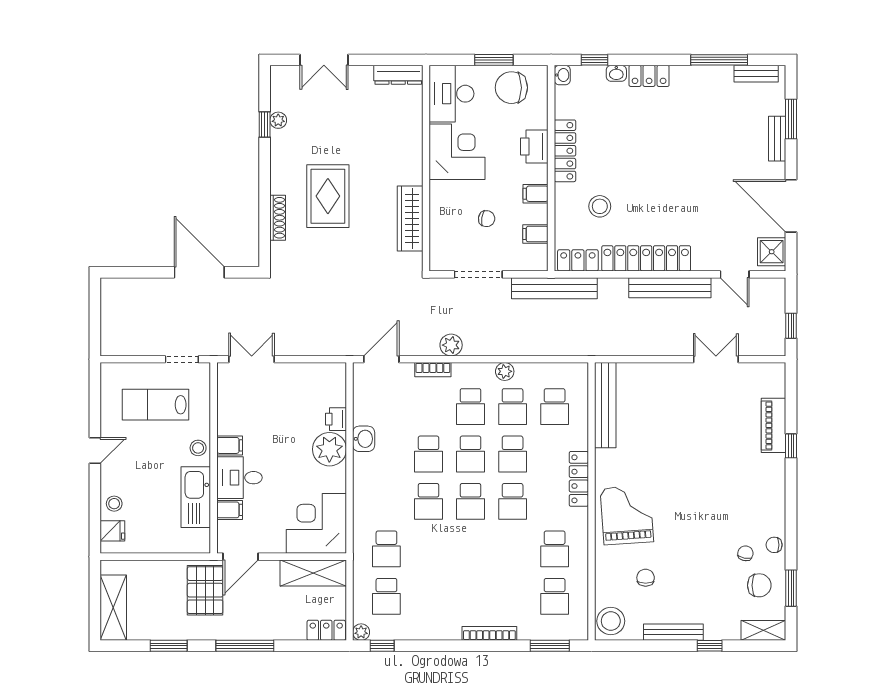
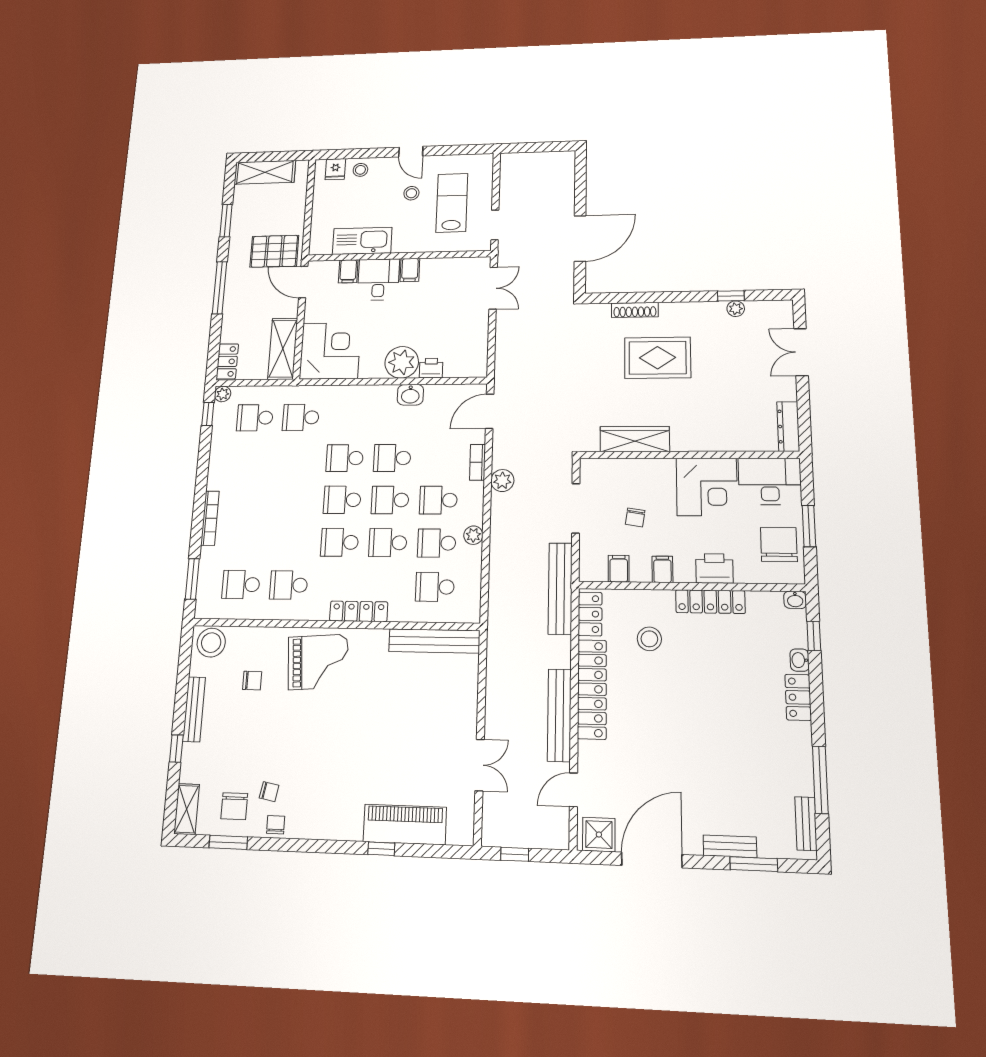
door: (381, 359) -> (490, 411), swing flipped
piano: (774, 425) -> (405, 824), width x1.37, depth x1.33
stool: (198, 448) -> (411, 193), moved

